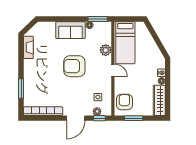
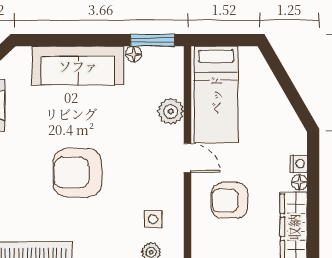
sofa: (70, 30) -> (78, 66), width x1.36
armchair: (74, 66) -> (77, 173), moved
armchair: (124, 102) -> (230, 201), moved, turned -90

